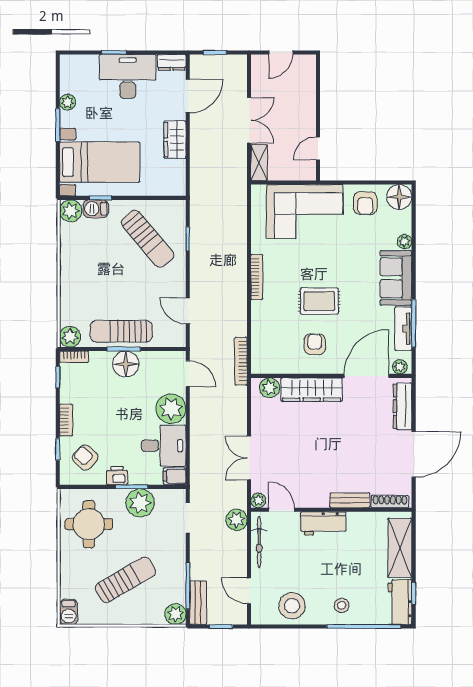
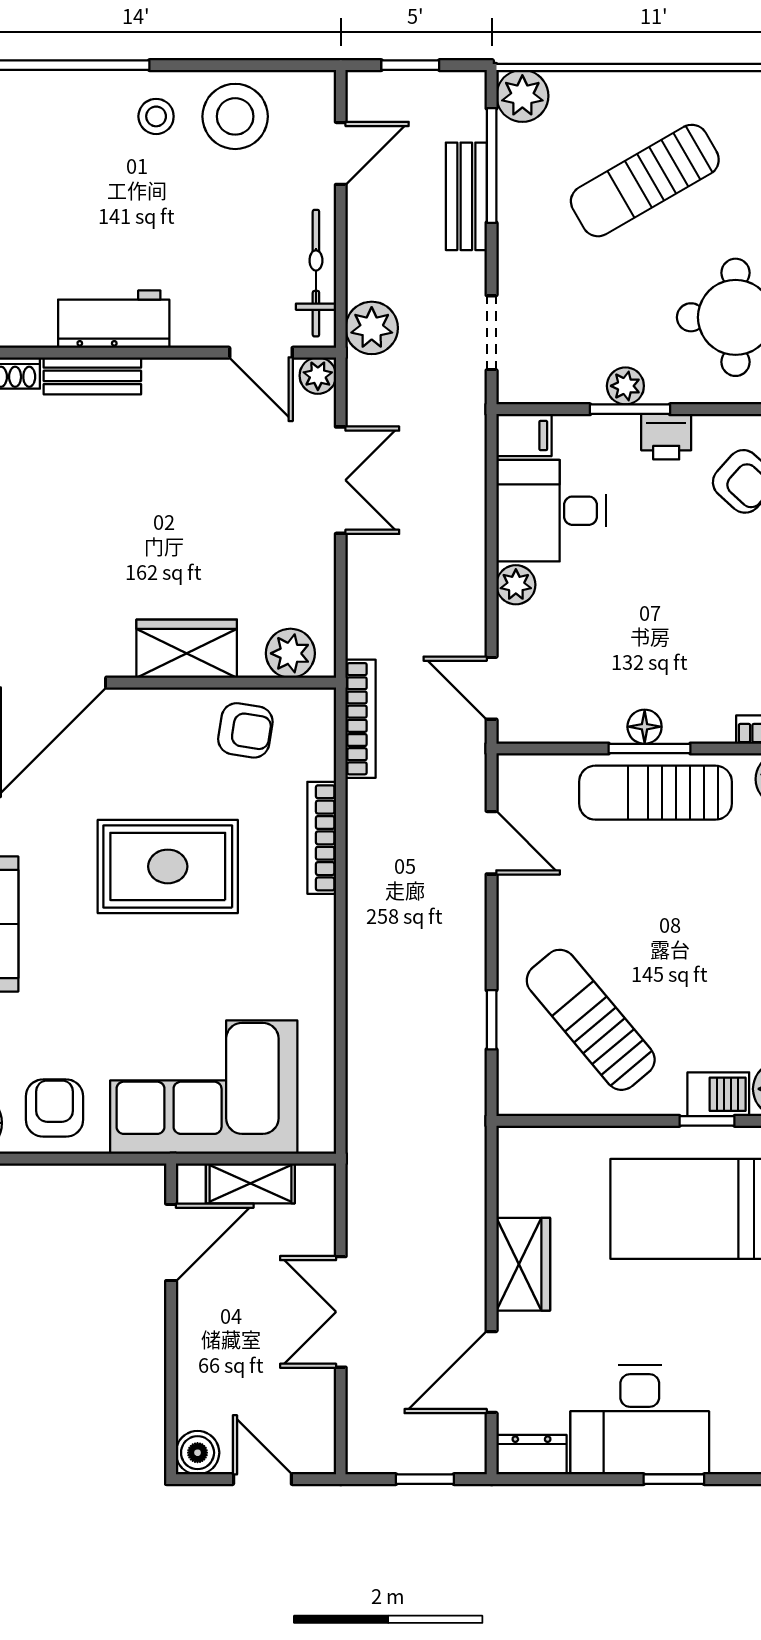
door: (281, 52) -> (262, 1479), hinge flipped
boiler: (307, 63) -> (198, 1453), added
door: (318, 149) -> (171, 1242), width x1.38
shelving: (259, 163) -> (250, 1183), moved, turned 90
bookcase: (257, 277) -> (322, 838), moved
rug: (319, 301) -> (168, 866), width x1.36, depth x1.43
sun lounger: (121, 331) -> (655, 793), turned 180
armchair: (315, 344) -> (245, 730), moved, turned -81
floor lamp: (126, 364) -> (645, 727), width x0.53, depth x0.53
wardrobe: (312, 390) -> (187, 649), width x0.67
plant: (171, 409) -> (516, 585), width x0.53, depth x0.53
plant: (140, 503) -> (625, 386), width x0.53, depth x0.53
workbench: (323, 523) -> (114, 319), moved
door: (249, 591) -> (341, 153), hinge flipped
bench: (198, 603) -> (466, 196), moved
stool: (342, 605) -> (156, 116), moved

